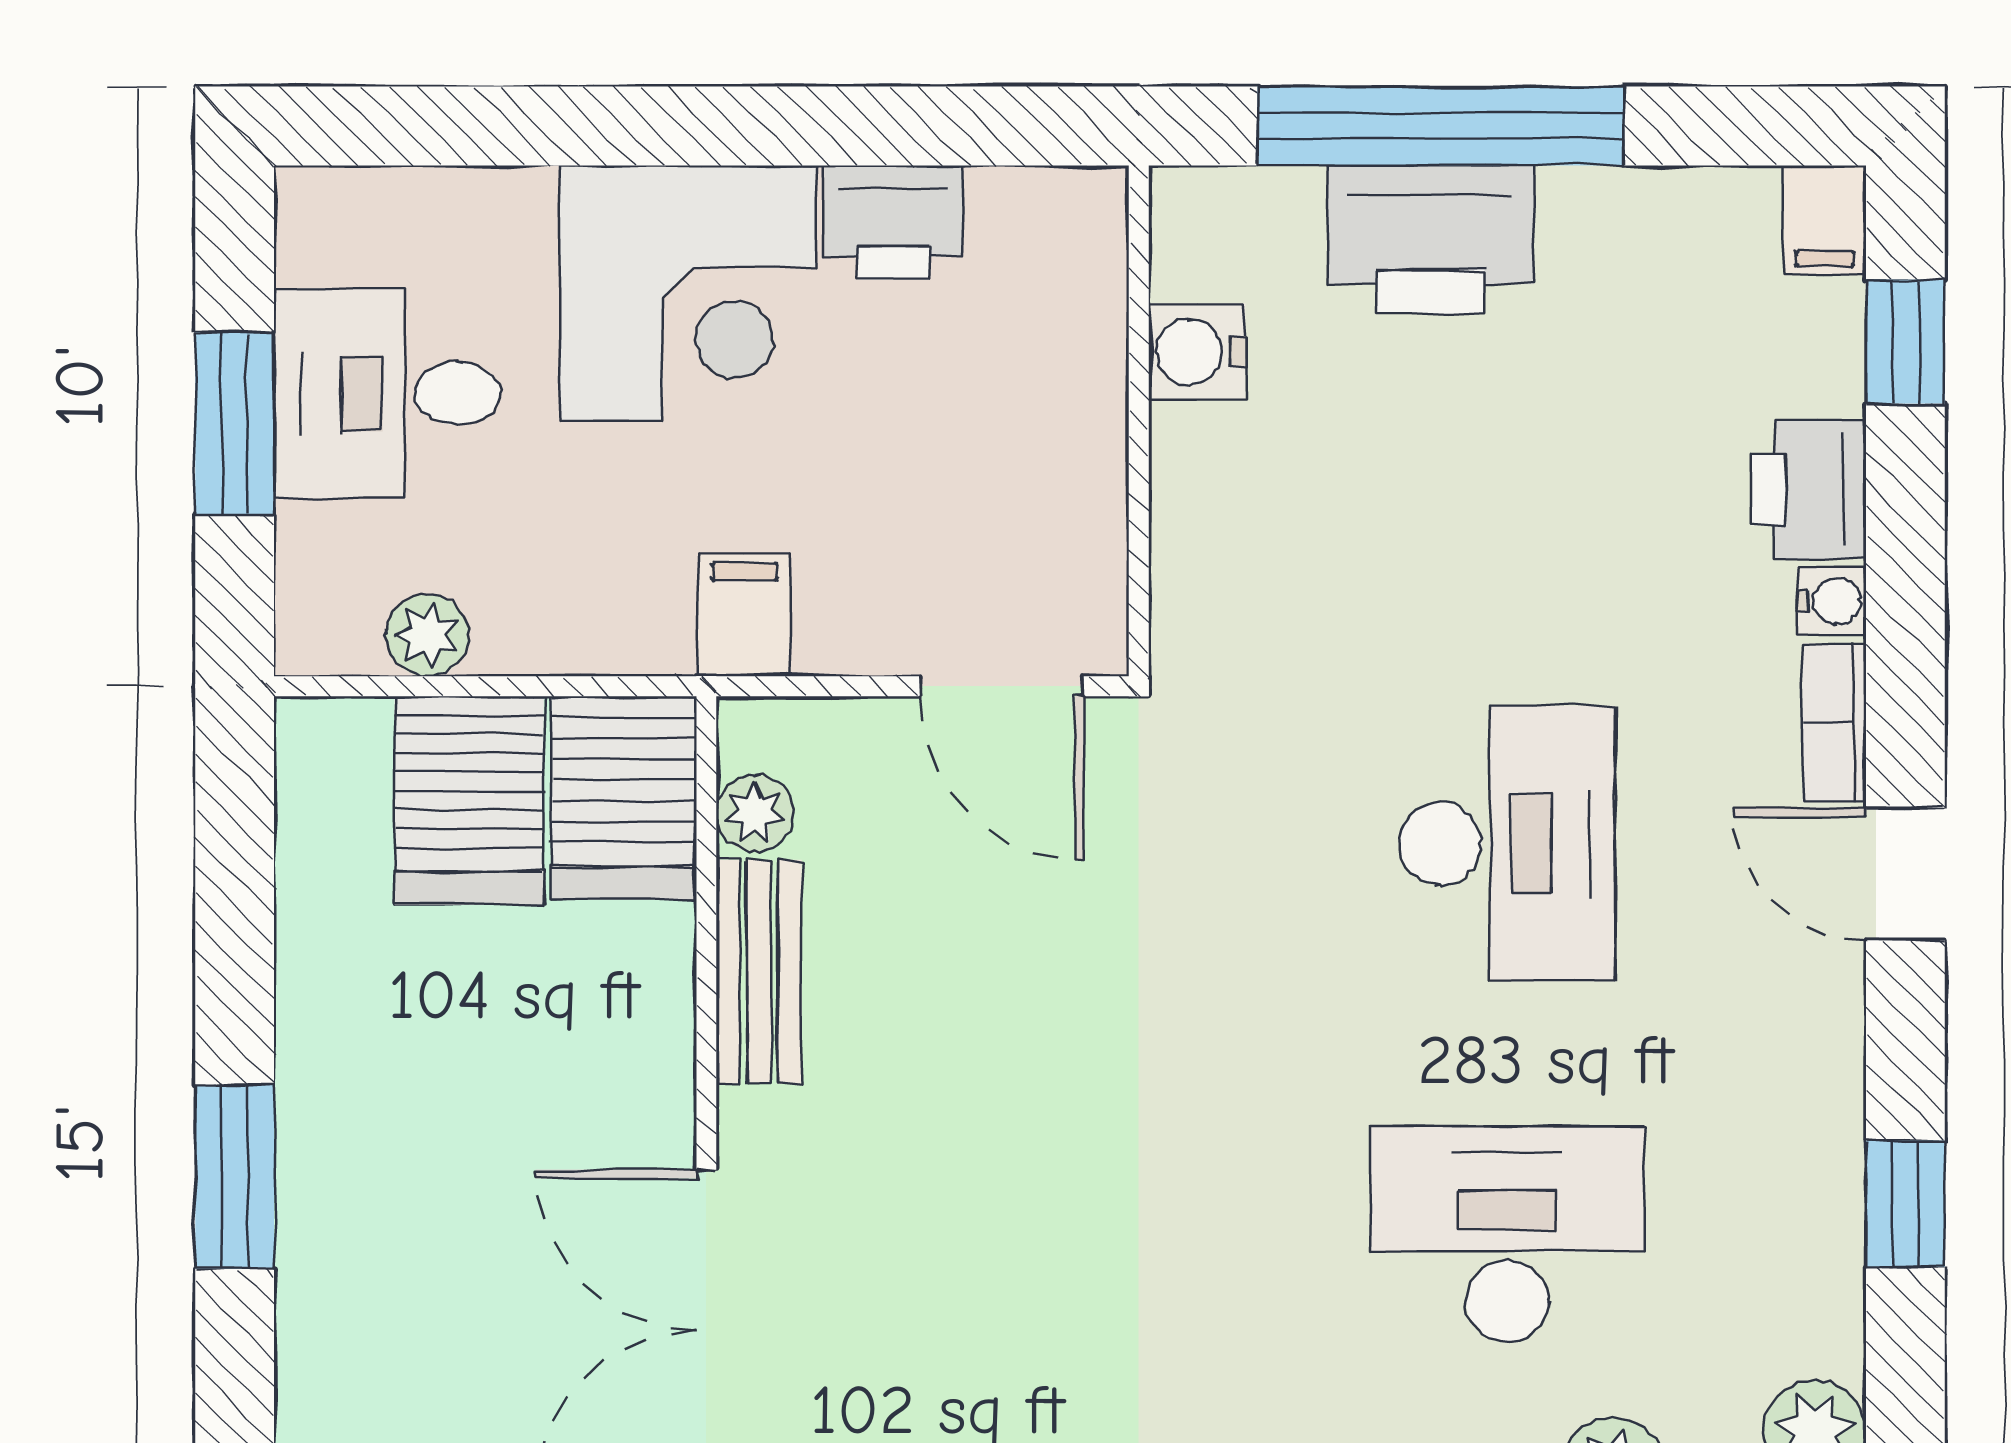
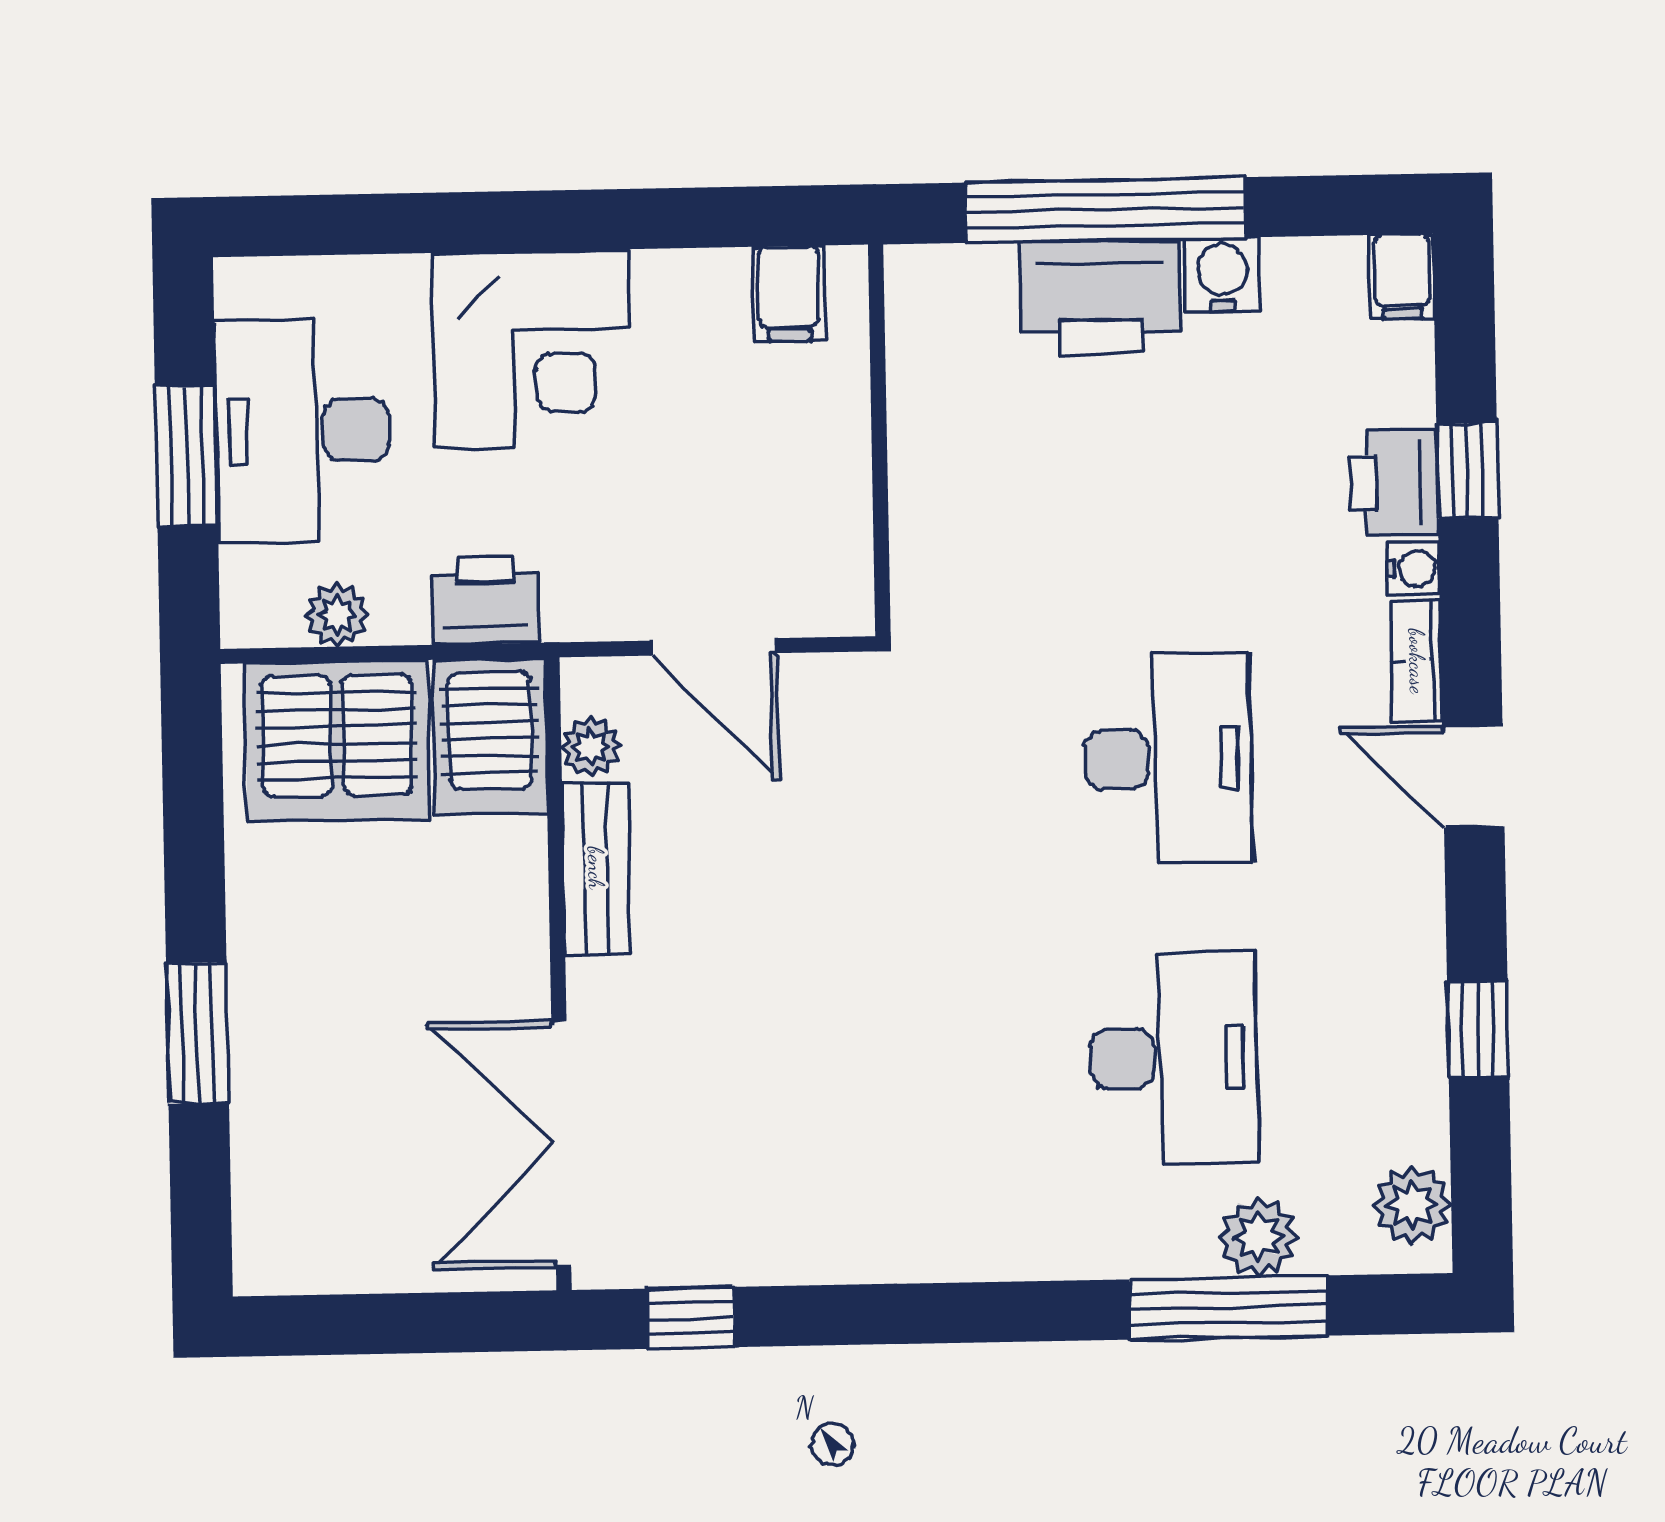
printer: (893, 222) -> (486, 600), moved, turned 180
window: (1905, 342) -> (1467, 471), moved
water cooler: (1197, 351) -> (1222, 275), moved, turned 90
desk: (387, 393) -> (303, 430), width x1.37
filing cabinet: (744, 615) -> (789, 293), moved, turned 180
door: (1002, 686) -> (714, 647), moved
server rack: (469, 800) -> (337, 742), width x1.60
desk: (1507, 1234) -> (1174, 1058), turned 90

